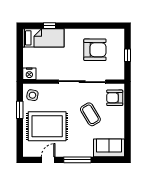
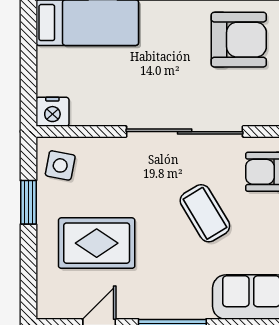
armchair: (95, 50) -> (239, 40), moved
rug: (47, 126) -> (97, 243), width x0.73, depth x0.69

